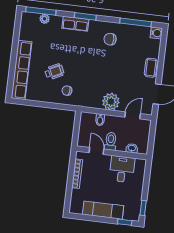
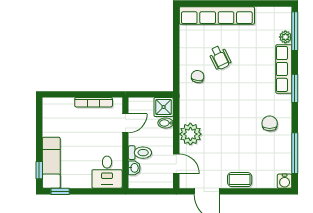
row of seats: (75, 24) -> (284, 69), width x1.48
shower: (87, 120) -> (164, 107), added
toilet: (111, 141) -> (140, 153), moved
desk: (122, 169) -> (107, 172), moved, turned 90
exam couch: (103, 210) -> (51, 163), moved

